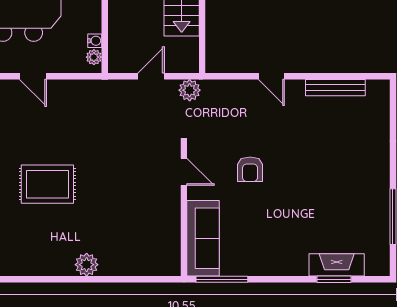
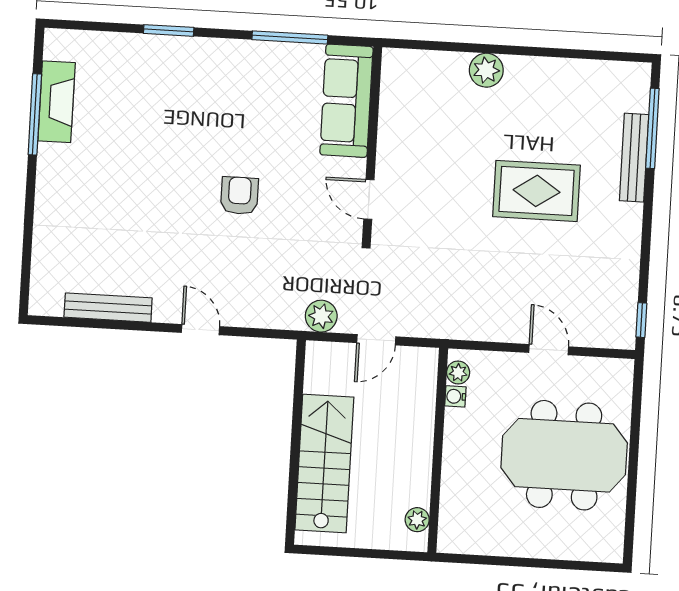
door: (184, 172) -> (369, 199), moved
wall: (184, 210) -> (372, 143), moved
sofa: (203, 238) -> (346, 101), moved
fireplace: (337, 265) -> (57, 102), moved, turned -90
window: (334, 279) -> (169, 30), moved

